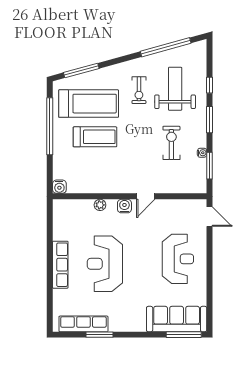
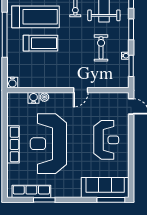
water cooler: (124, 206) -> (34, 98), moved
reception desk: (105, 264) -> (48, 144), width x1.36, depth x1.30

